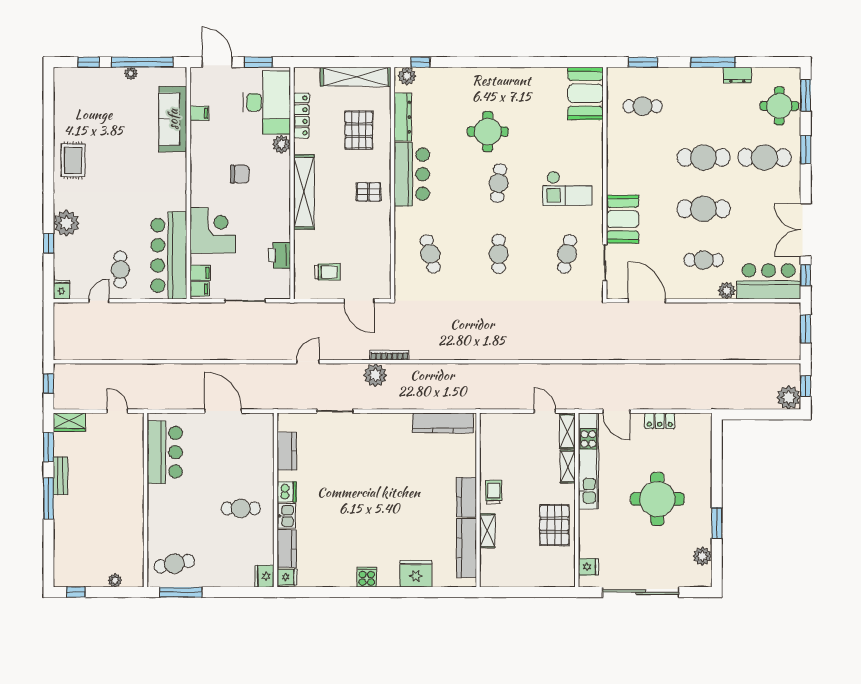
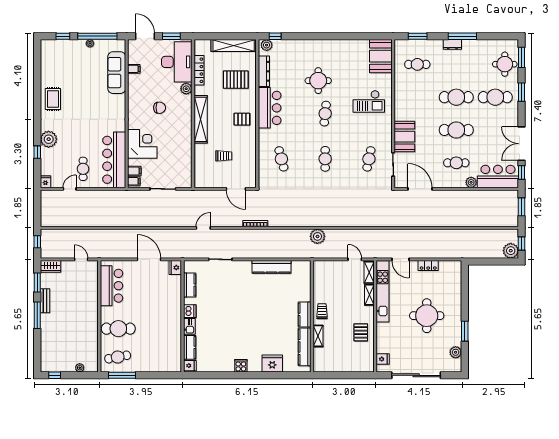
dresser: (737, 75) -> (452, 44), moved
pallet: (359, 130) -> (236, 80), turned 90
checkout: (567, 188) -> (369, 101), moved
printer: (280, 255) -> (185, 160), removed
trolley: (327, 272) -> (224, 156), moved
plant: (375, 375) -> (317, 236), moved
kitchen counter: (443, 423) -> (272, 267), moved
cafe table: (241, 508) -> (118, 329), moved, width x1.37, depth x1.35
pallet: (554, 525) -> (361, 332), width x0.67, depth x0.71
fridge: (264, 576) -> (175, 268), moved

